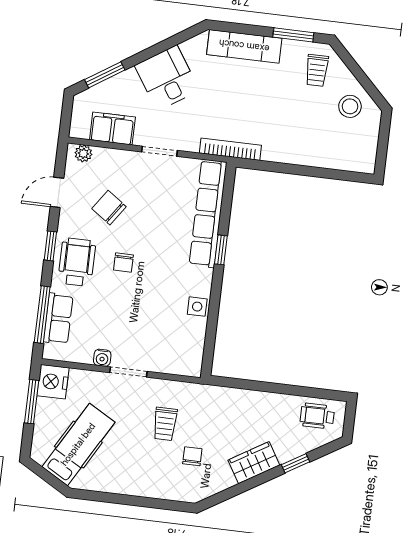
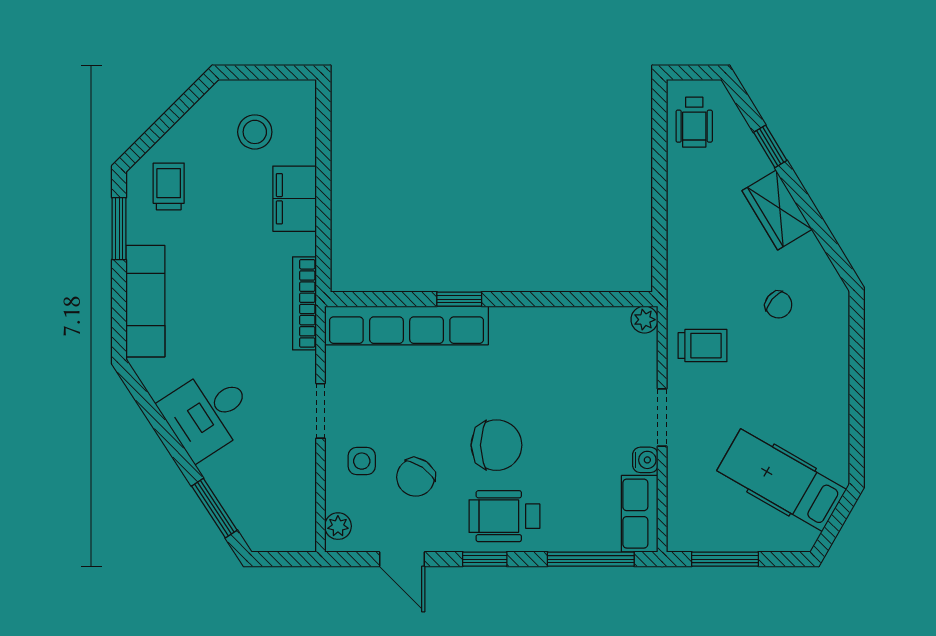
trolley: (317, 70) -> (169, 186), turned -90
stool: (350, 106) -> (255, 132), moved
filing cabinet: (112, 128) -> (295, 199), moved
chair: (123, 263) -> (496, 445), width x1.87, depth x1.87
side table: (197, 307) -> (362, 461), moved
row of seats: (58, 319) -> (640, 514), moved, turned -90
plant: (193, 368) -> (645, 320), added
nightstand: (53, 382) -> (691, 530), removed
trolley: (165, 424) -> (702, 346), moved
chair: (192, 456) -> (779, 305), turned -140

